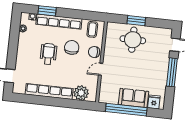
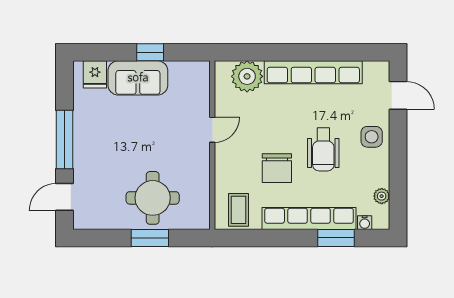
chair: (94, 52) -> (230, 164), removed
side table: (25, 57) -> (372, 137), added
window: (126, 110) -> (150, 52), width x0.32

